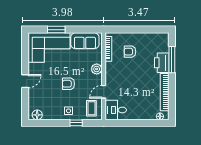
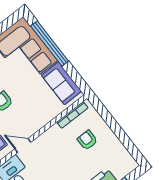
window: (56, 30) -> (50, 43), width x2.11
plant: (97, 69) -> (41, 119), removed

